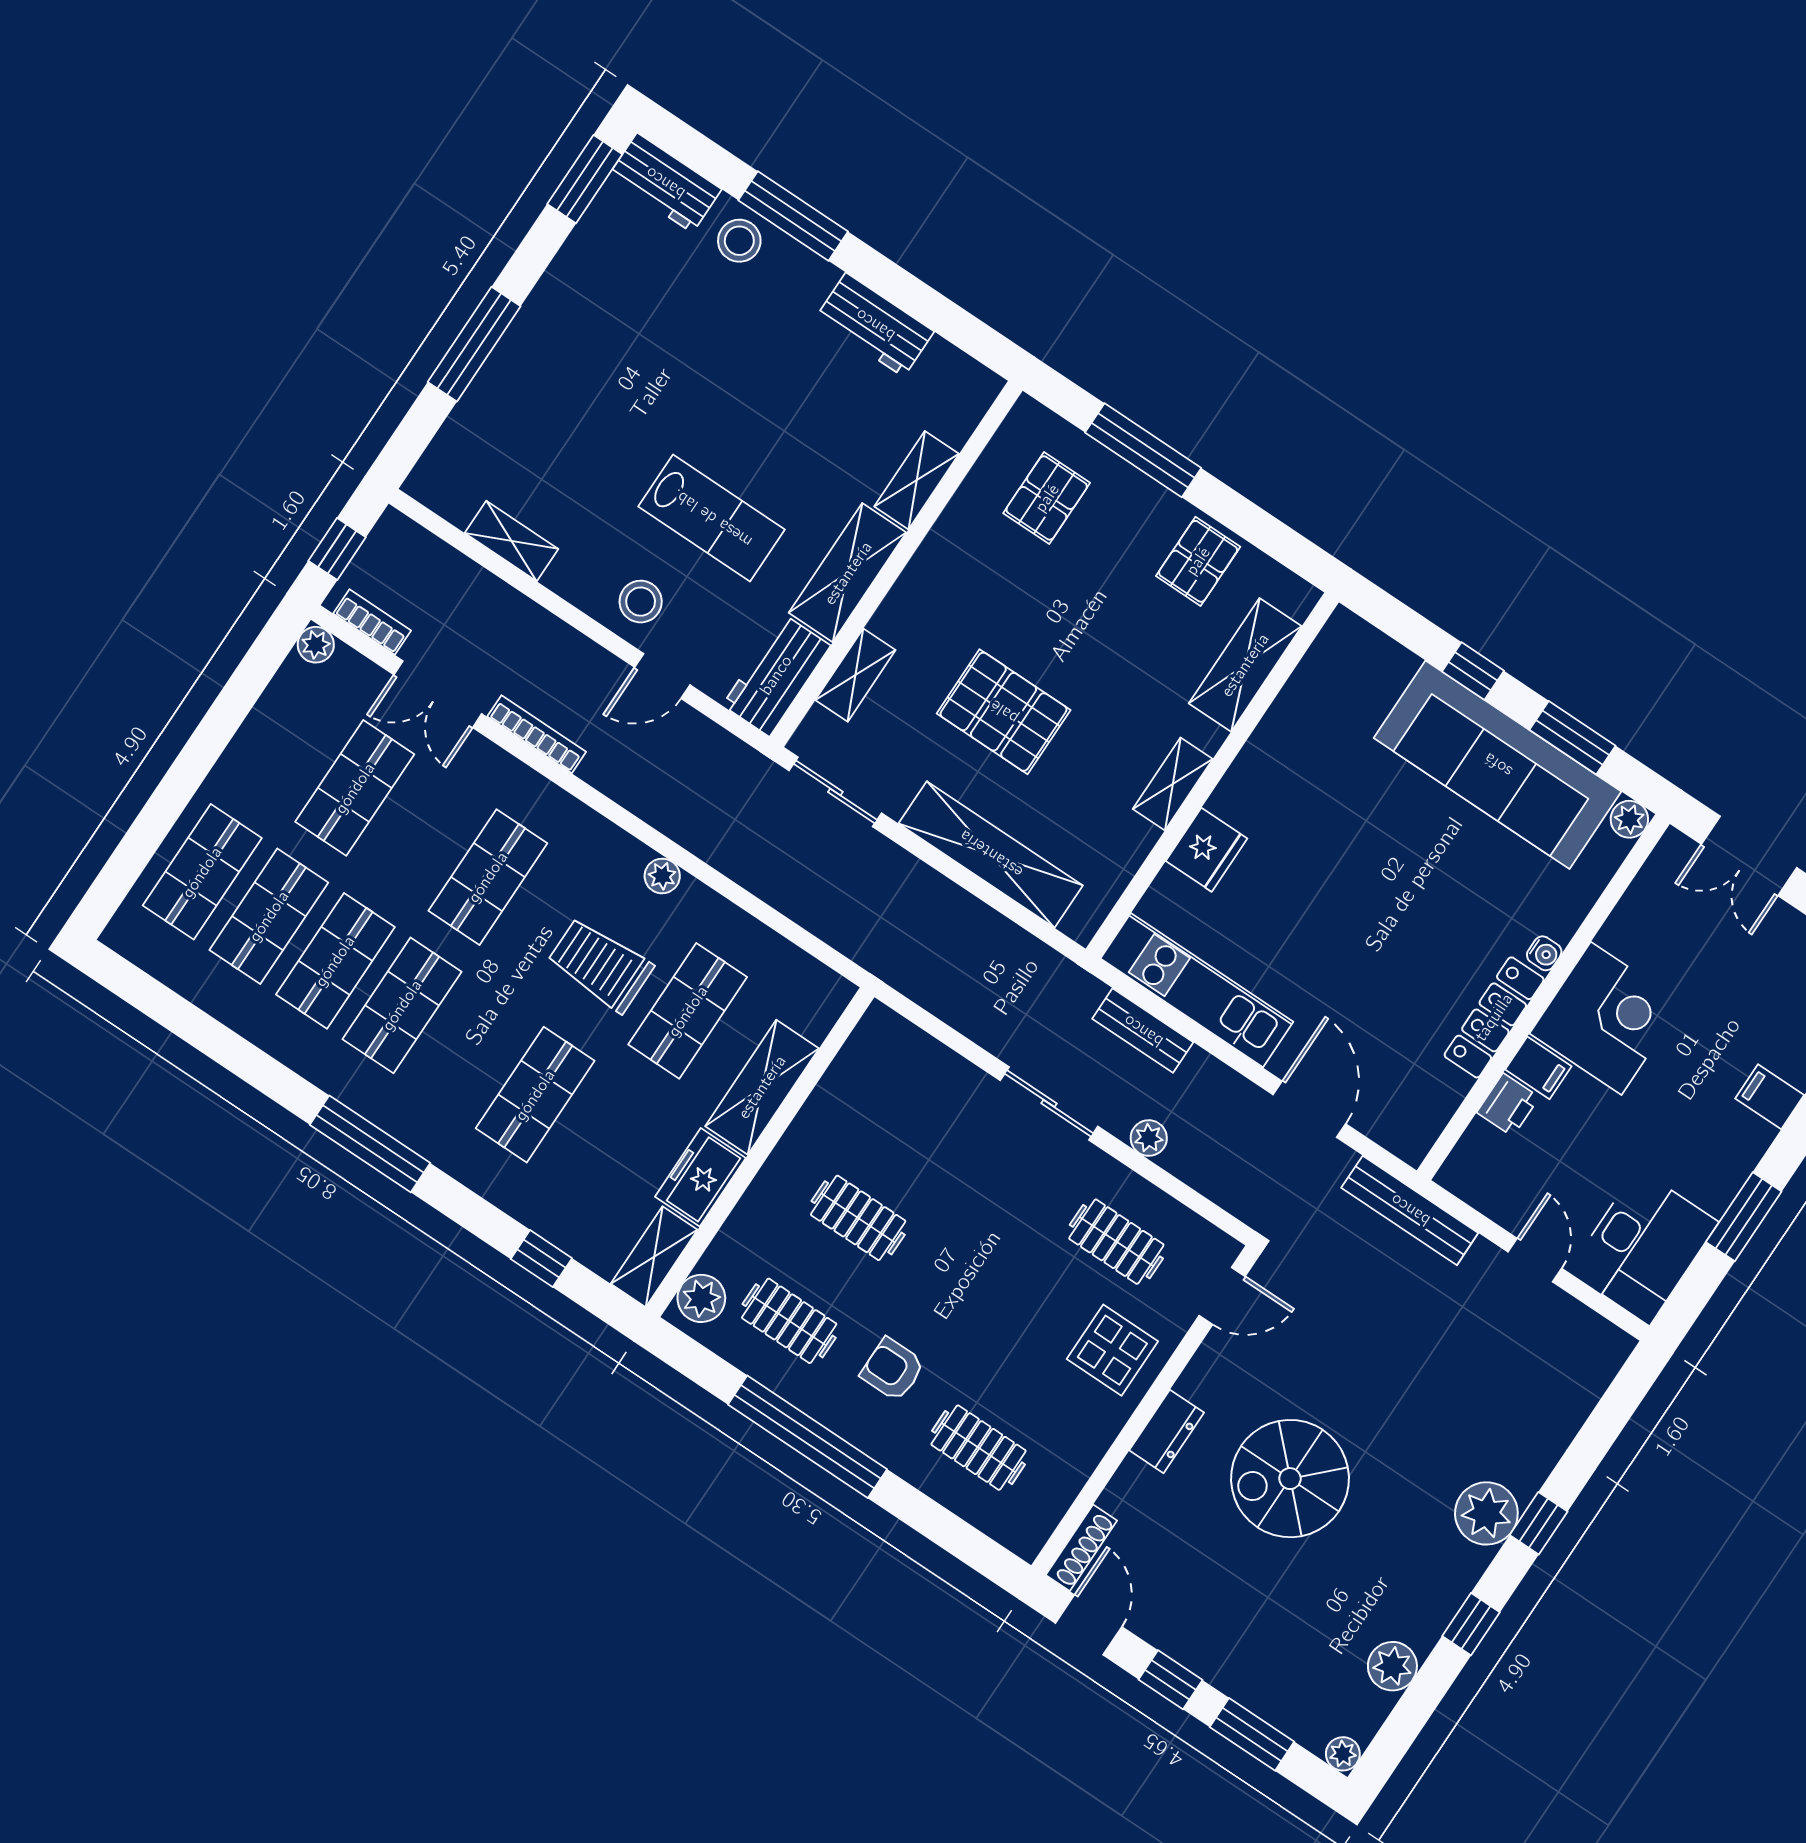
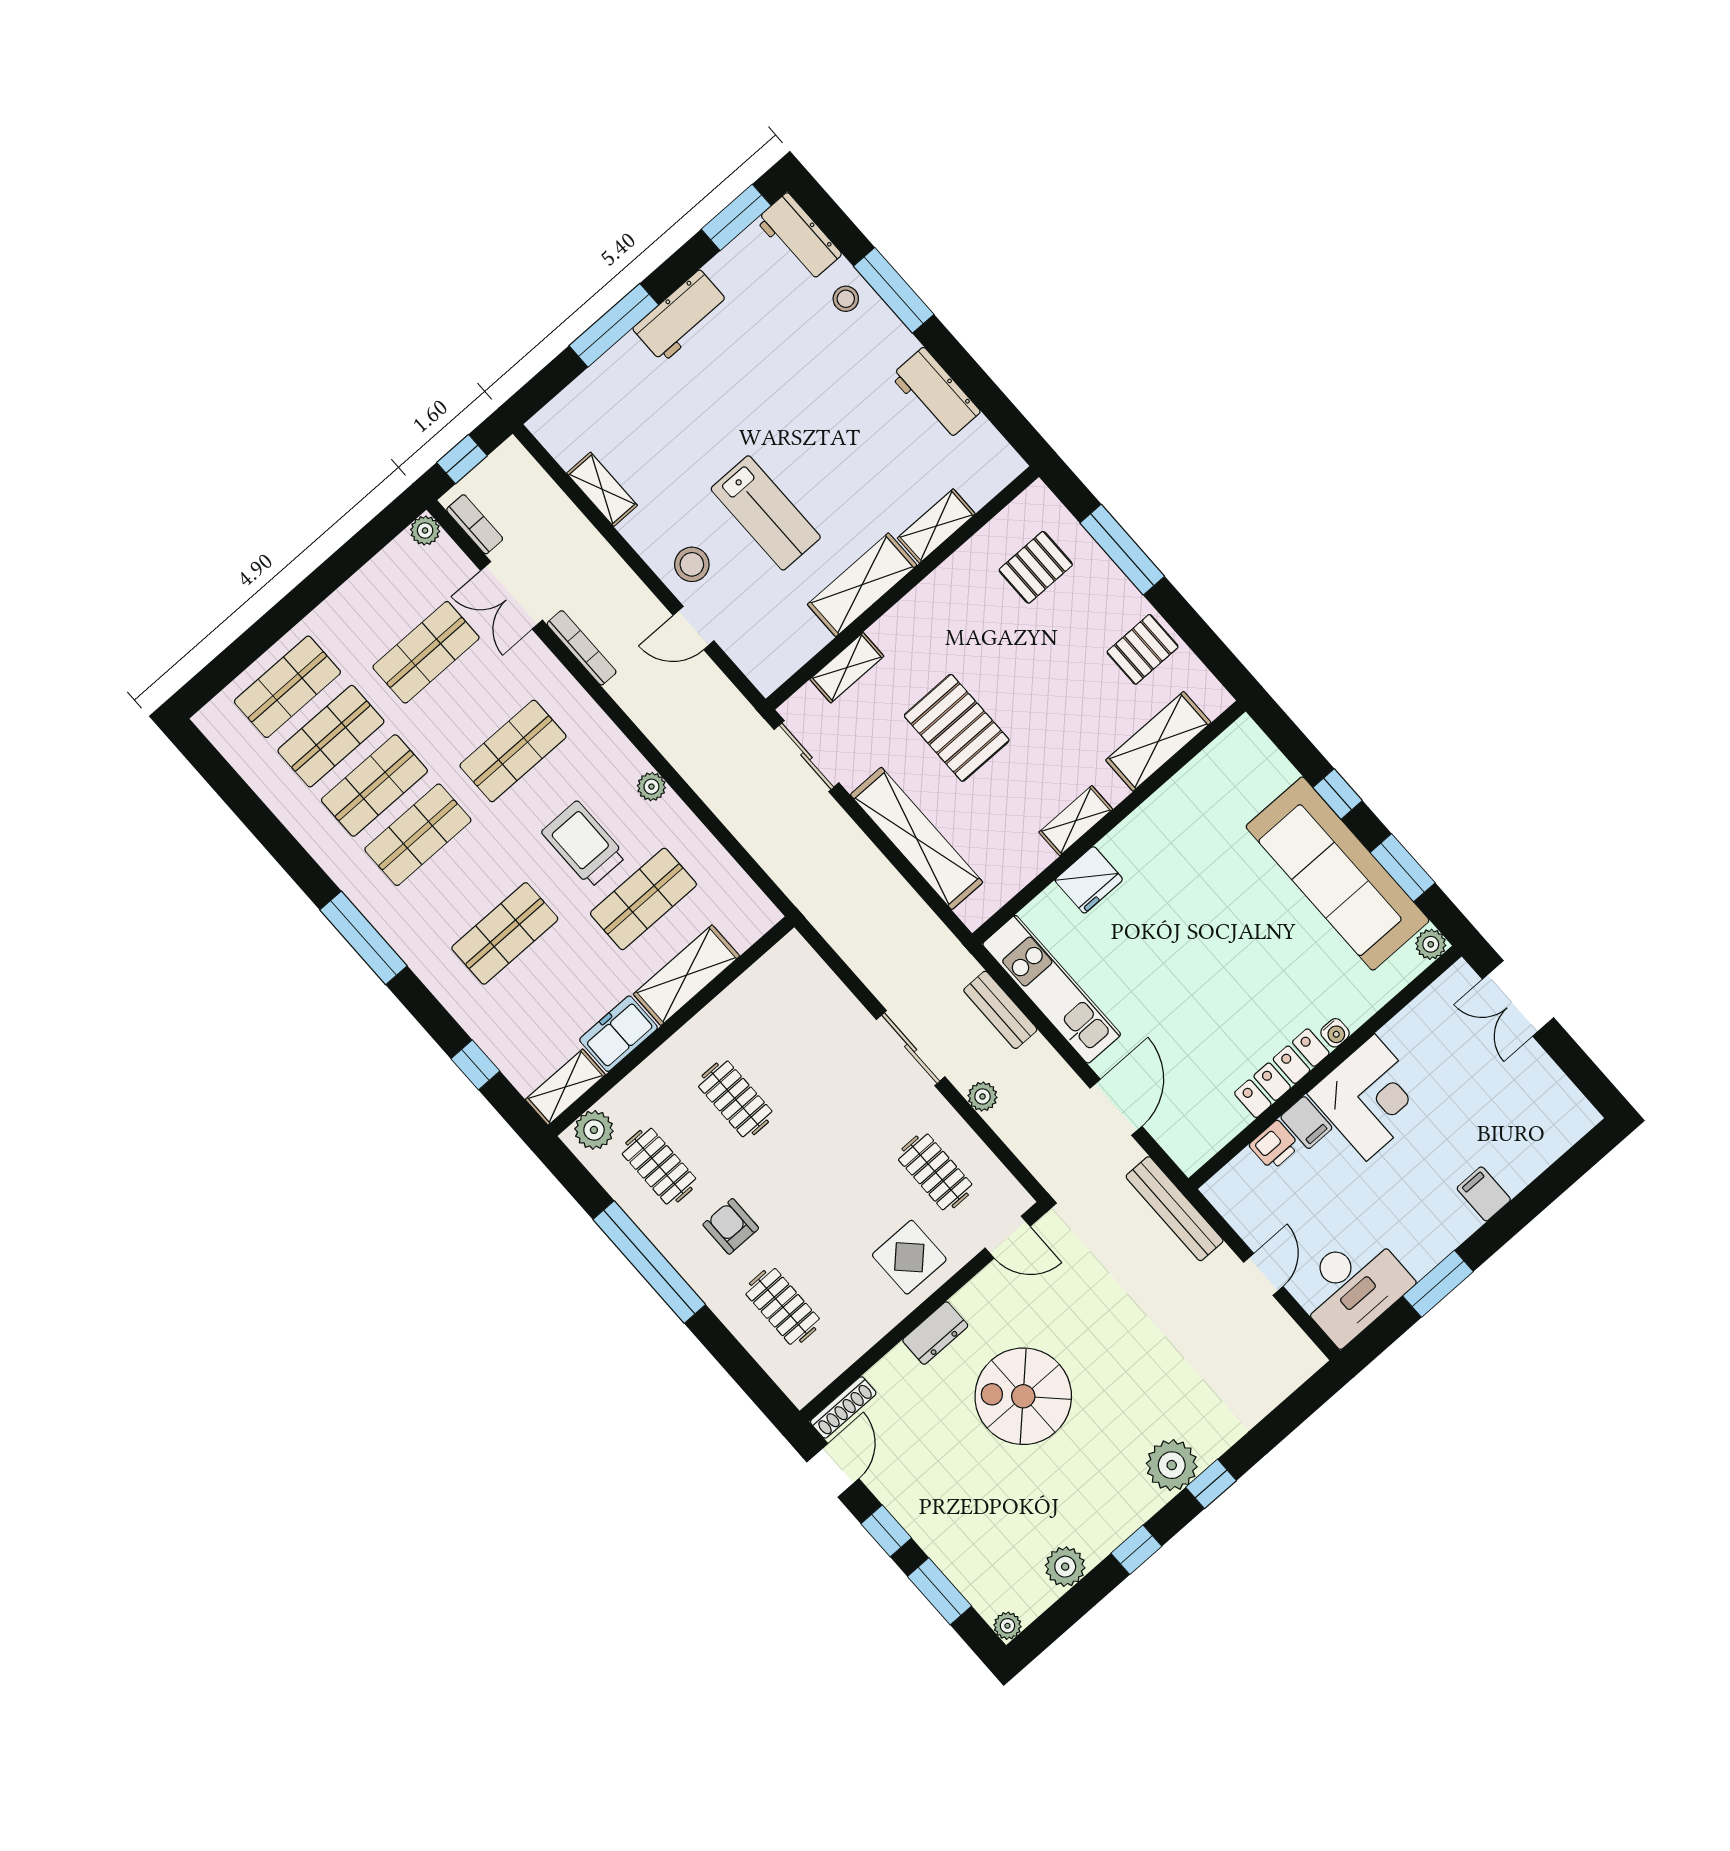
stool: (739, 241) -> (846, 299), width x0.73, depth x0.73
workbench: (776, 675) -> (681, 316), moved, turned 180

